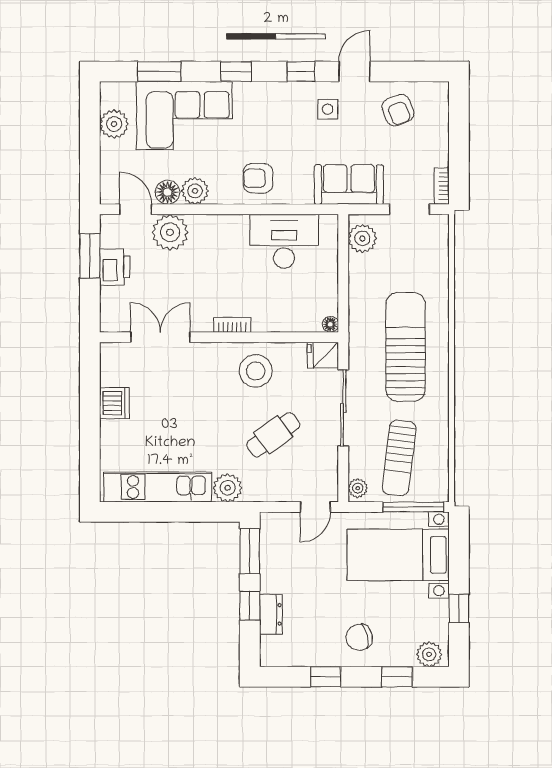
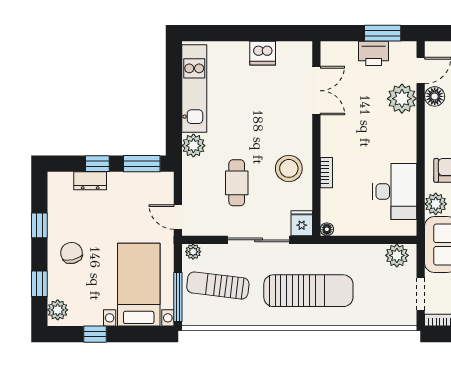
plant: (195, 191) -> (436, 204), moved
bookcase: (232, 325) -> (326, 173), moved
cafe table: (273, 435) -> (237, 183), turned 36

